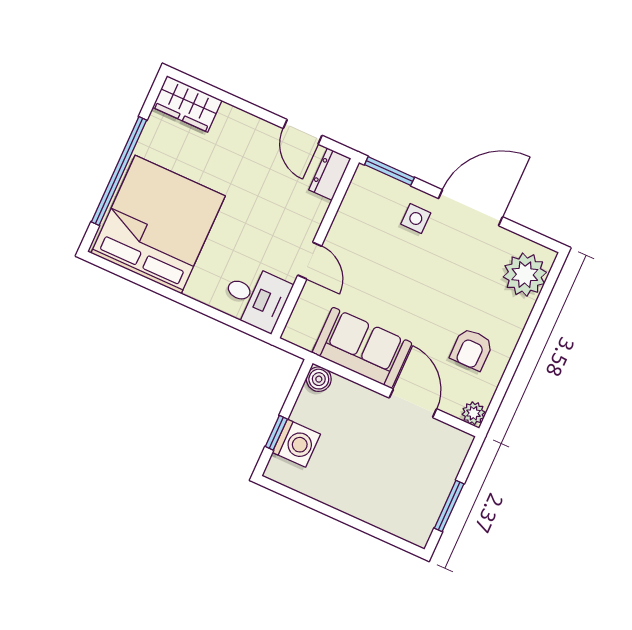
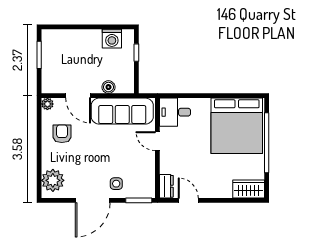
sofa: (362, 348) -> (122, 111), width x1.36
boiler: (319, 379) -> (108, 87), moved
washing machine: (296, 443) -> (112, 39), moved, turned -90

